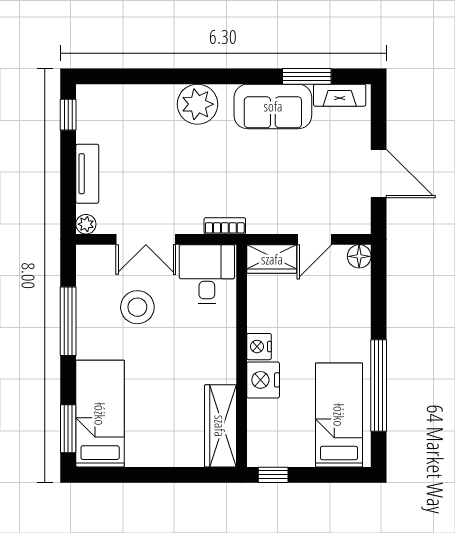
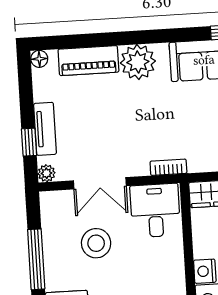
floor lamp: (86, 94) -> (39, 59), added
piano: (141, 99) -> (88, 61), added
window: (68, 115) -> (29, 142), moved

